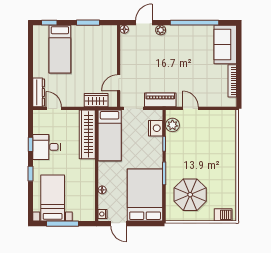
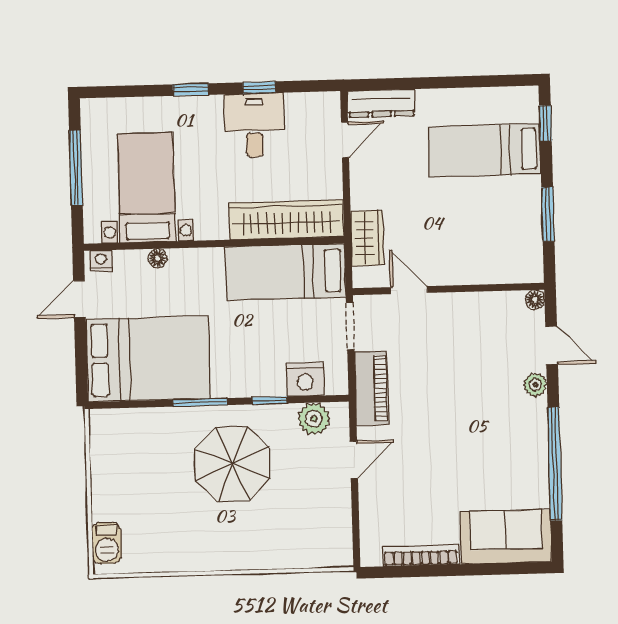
parasol: (190, 195) -> (232, 464), moved
bed with nightstands: (53, 198) -> (147, 188), moved, turned -90

